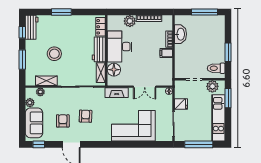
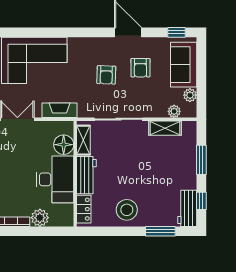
window: (61, 12) -> (160, 231), moved
stool: (54, 54) -> (127, 210), moved

